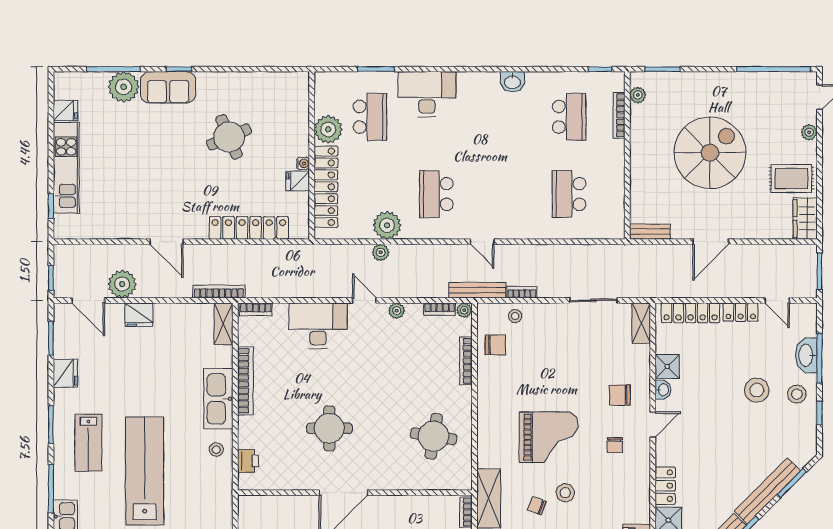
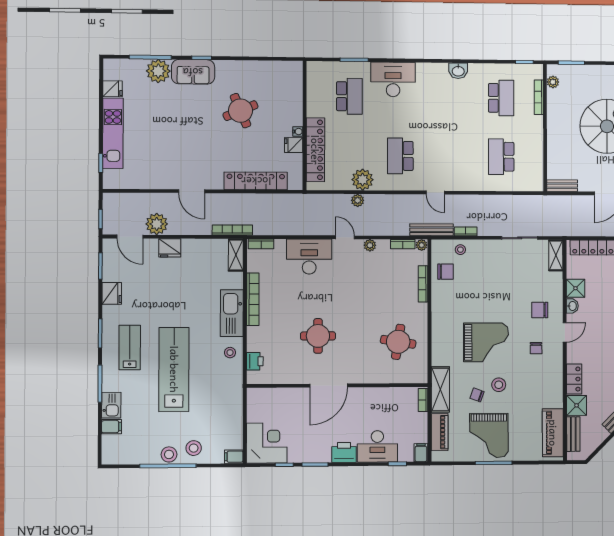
plant: (328, 129) -> (317, 106), removed
lab bench: (88, 443) -> (130, 348), turned 180

